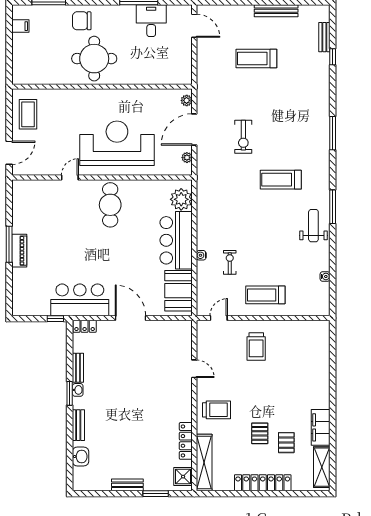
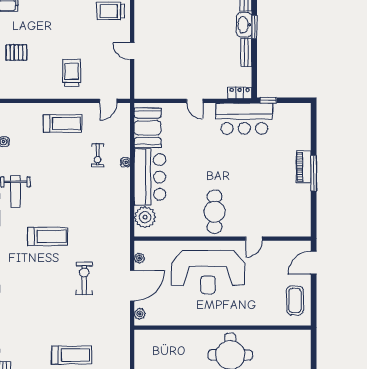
door: (130, 318) -> (195, 101), width x0.53
pallet: (313, 367) -> (16, 53), added
washbasin: (78, 390) -> (244, 25), width x1.91, depth x1.45

